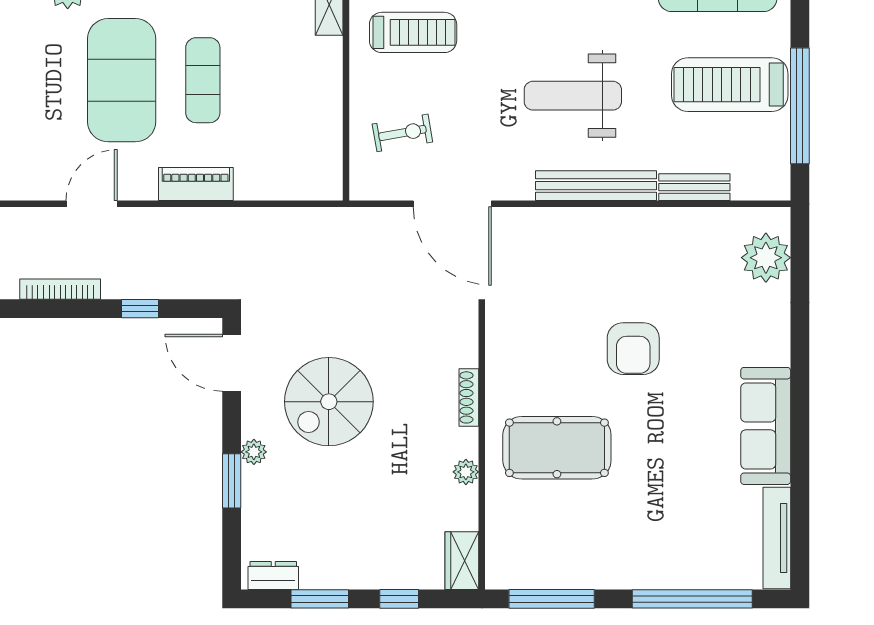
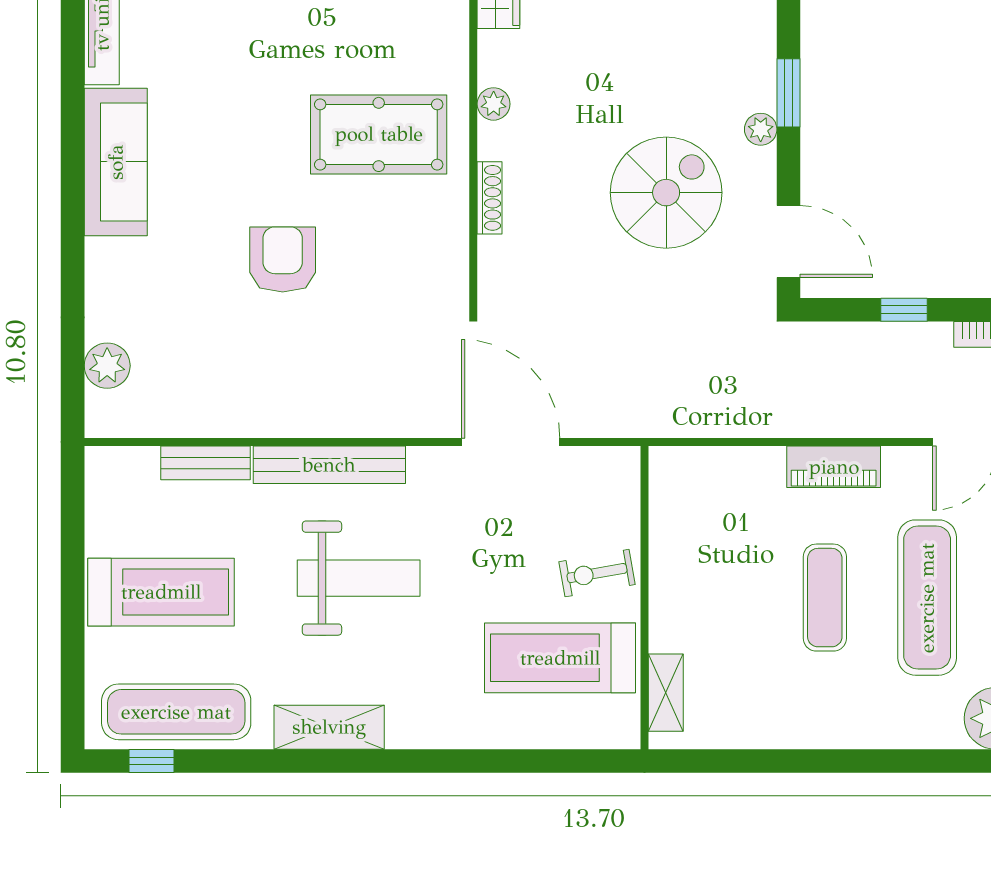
treadmill: (413, 32) -> (560, 658), width x1.37, depth x1.38
exercise mat: (122, 80) -> (927, 598), width x0.68
window: (800, 106) -> (73, 565), removed
exercise bike: (402, 133) -> (597, 573), moved
plant: (766, 258) -> (107, 366), width x0.73, depth x0.73

